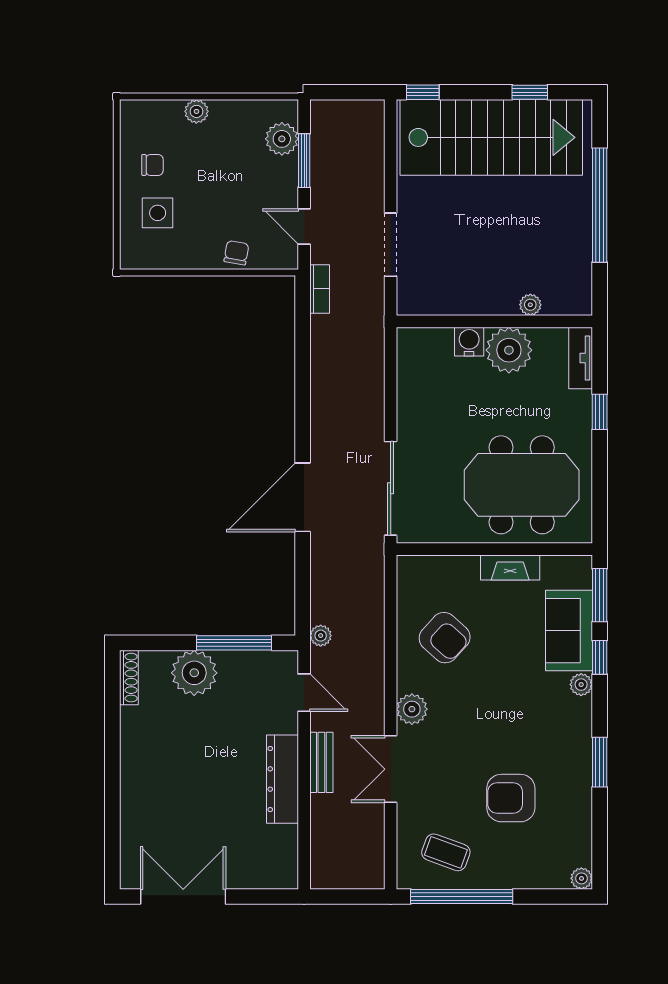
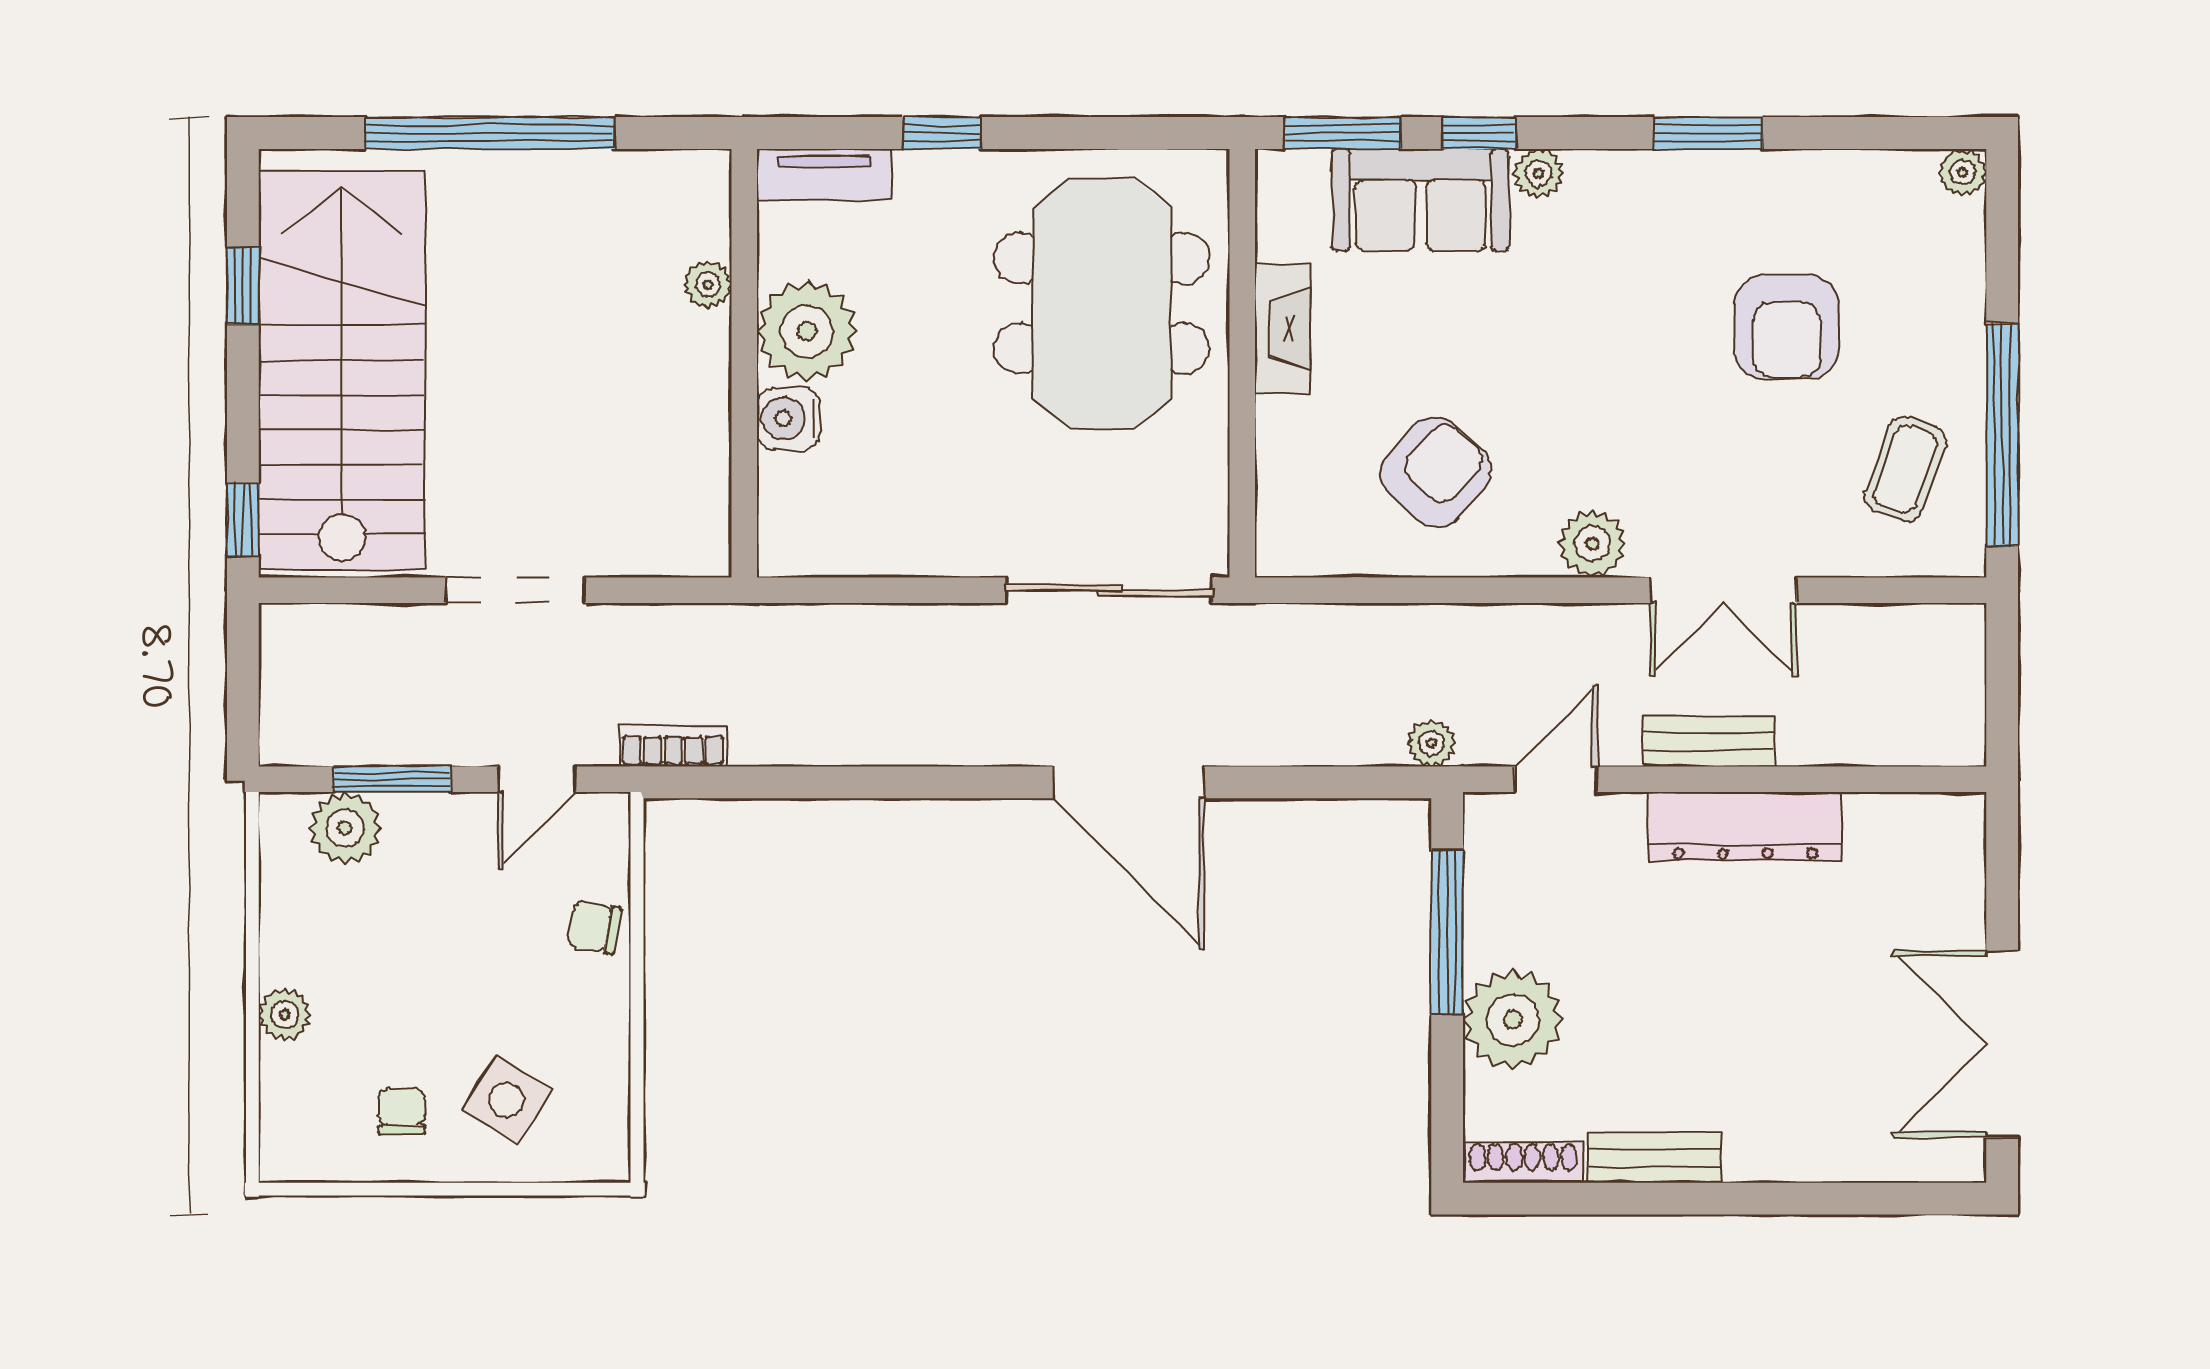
side table: (158, 213) -> (507, 1100), turned 32
doorway: (391, 245) -> (515, 590), moved
bench: (131, 738) -> (1655, 1157), added

